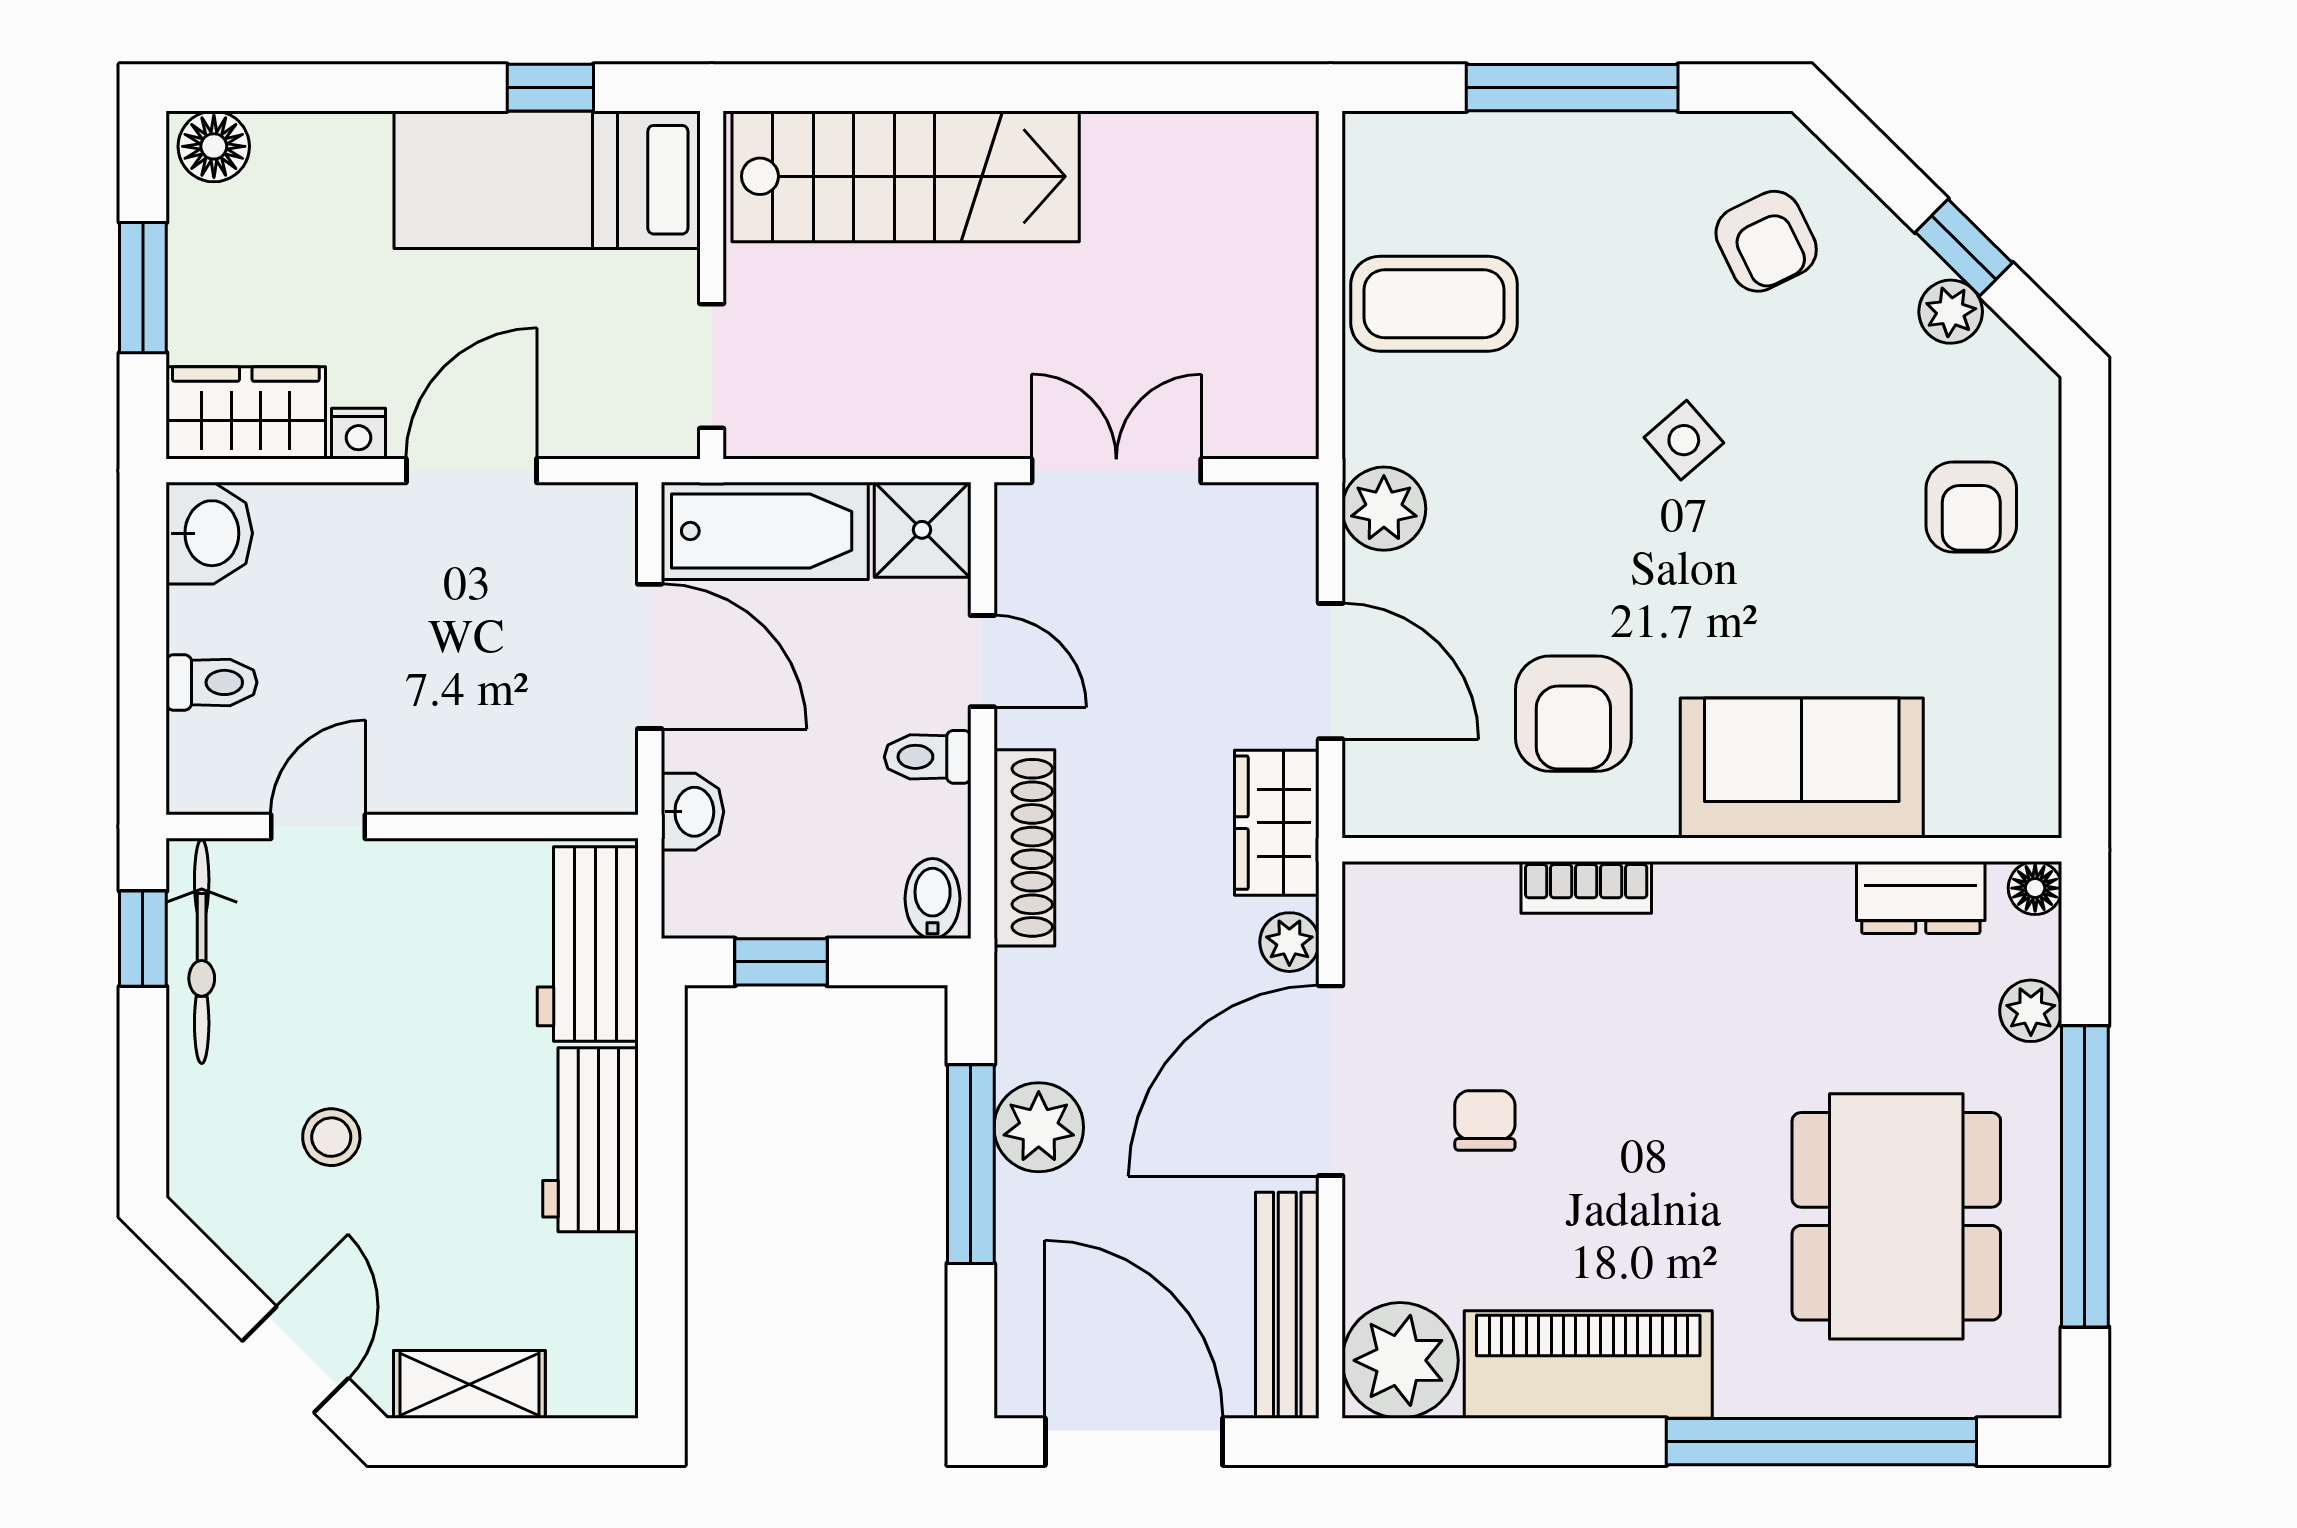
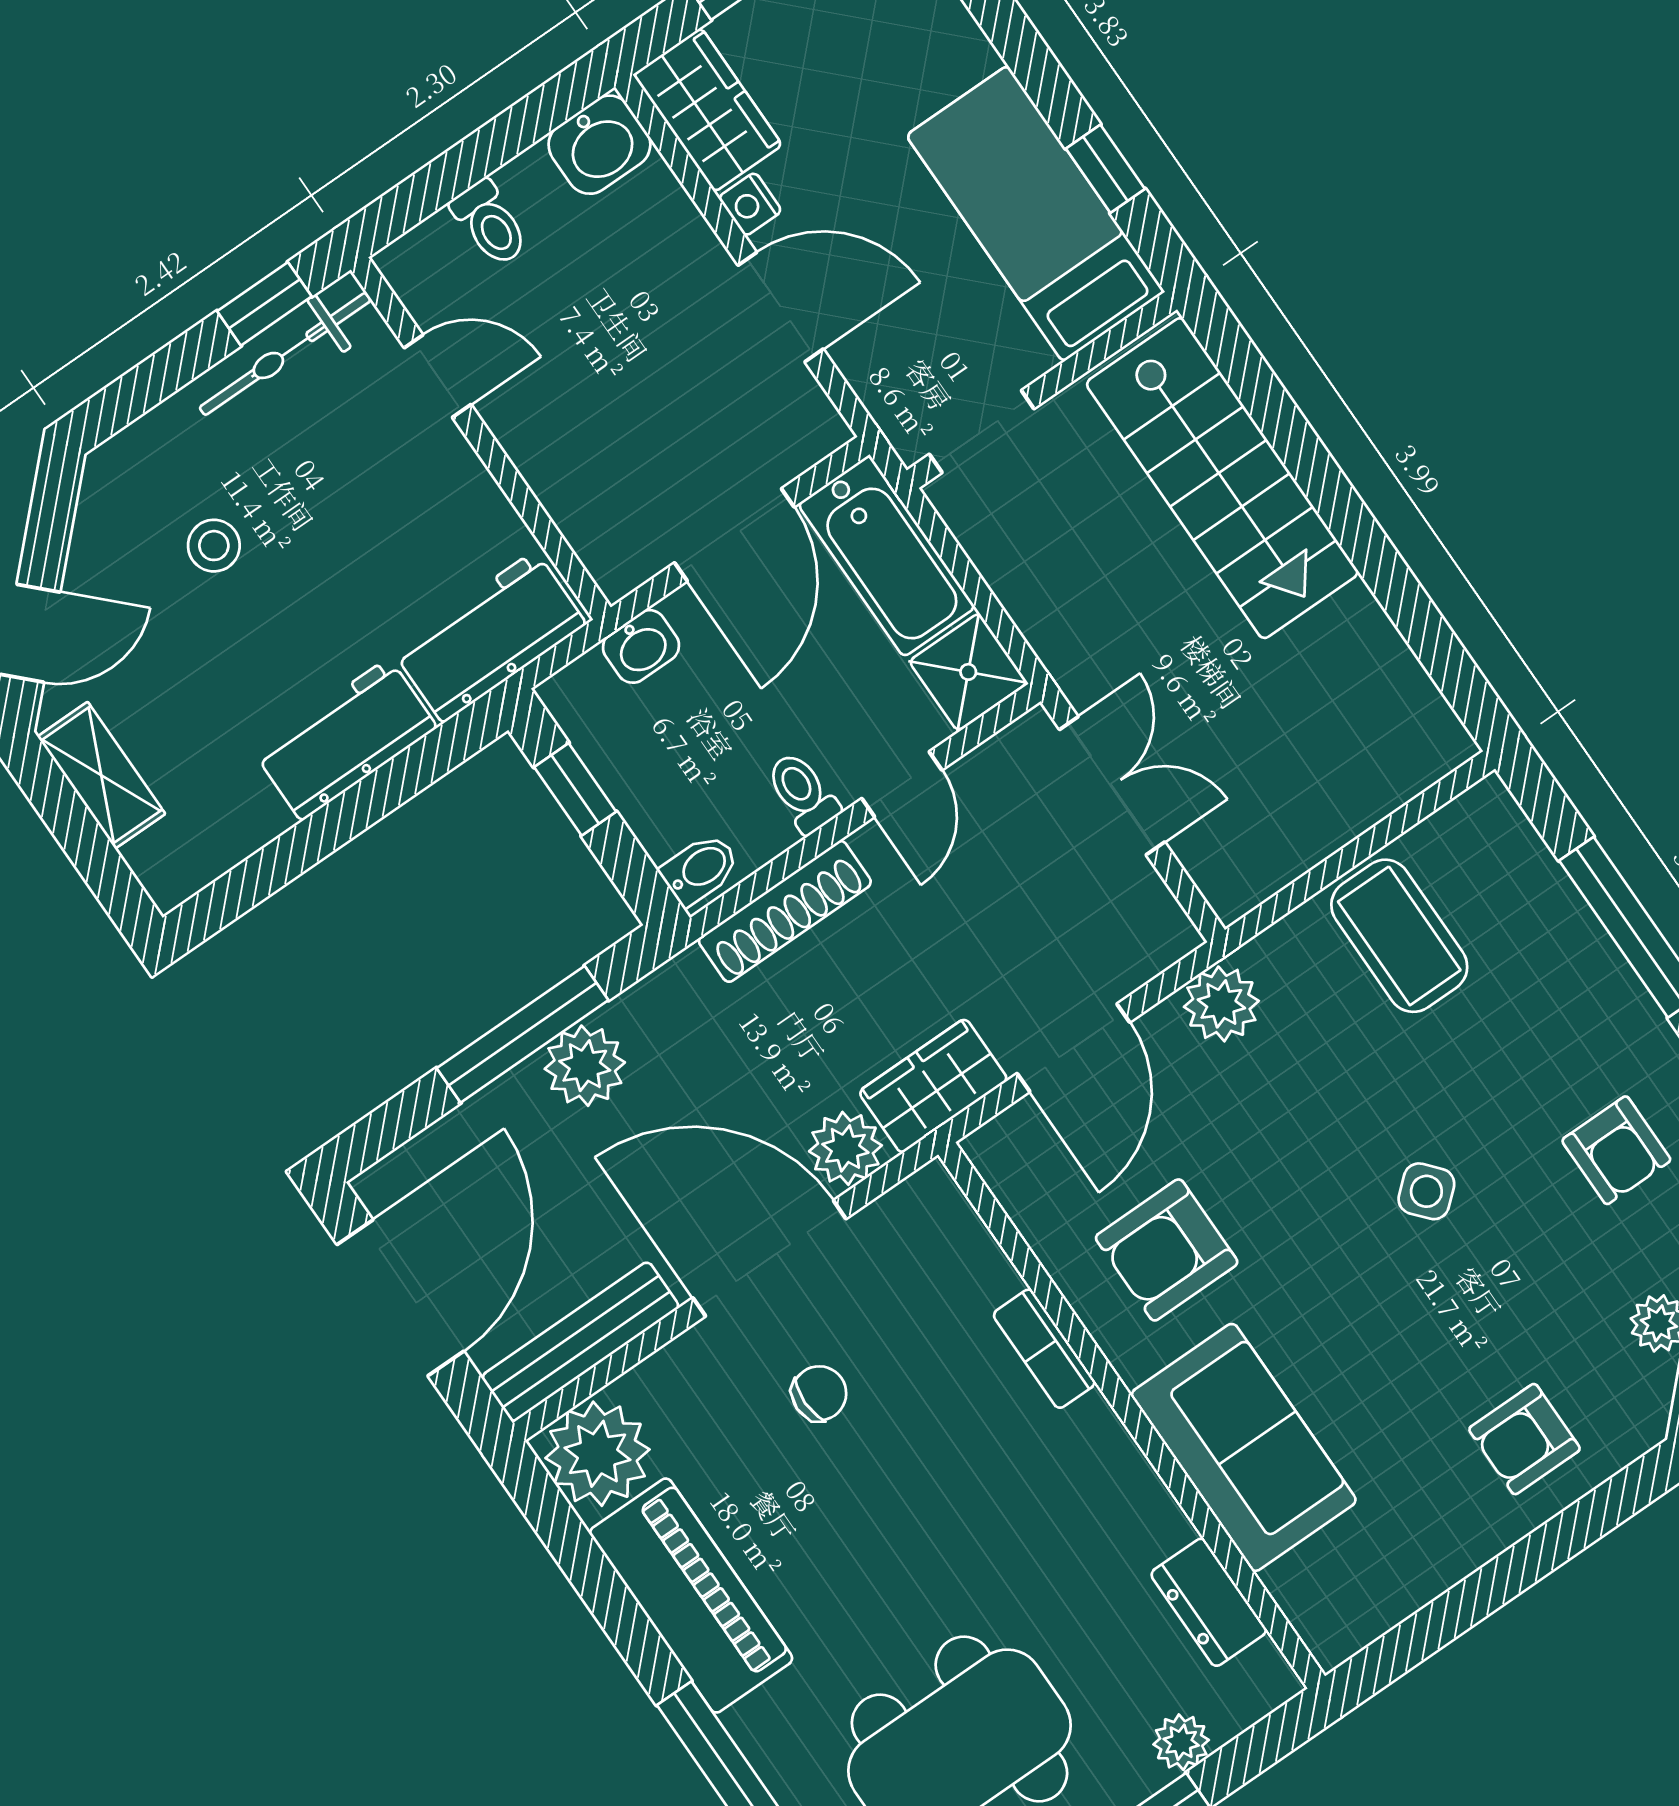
armchair: (1766, 241) -> (1616, 1150), turned -64
floor lamp: (2035, 888) -> (1274, 1682), removed
plant: (1289, 942) -> (845, 1148), width x1.38, depth x1.38

